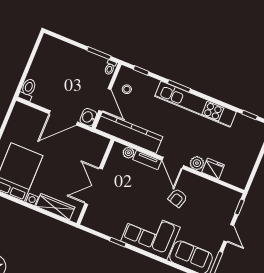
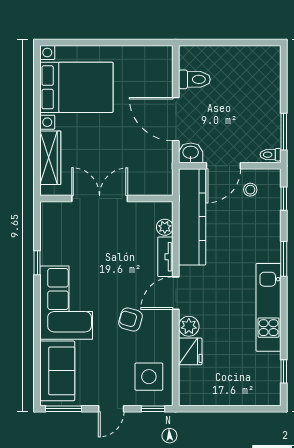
toilet: (28, 90) -> (194, 79), moved
kitchen unit: (195, 104) -> (268, 307), width x0.73
side table: (218, 201) -> (149, 377), added

